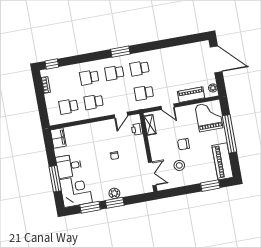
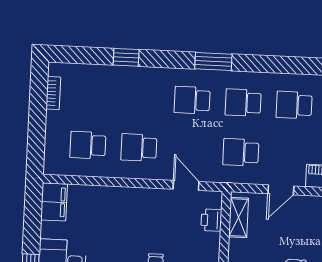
window: (52, 64) -> (126, 57), moved
school desk: (89, 77) -> (294, 105), moved
door: (168, 107) -> (281, 190), hinge flipped
door: (121, 115) -> (186, 185), swing flipped

